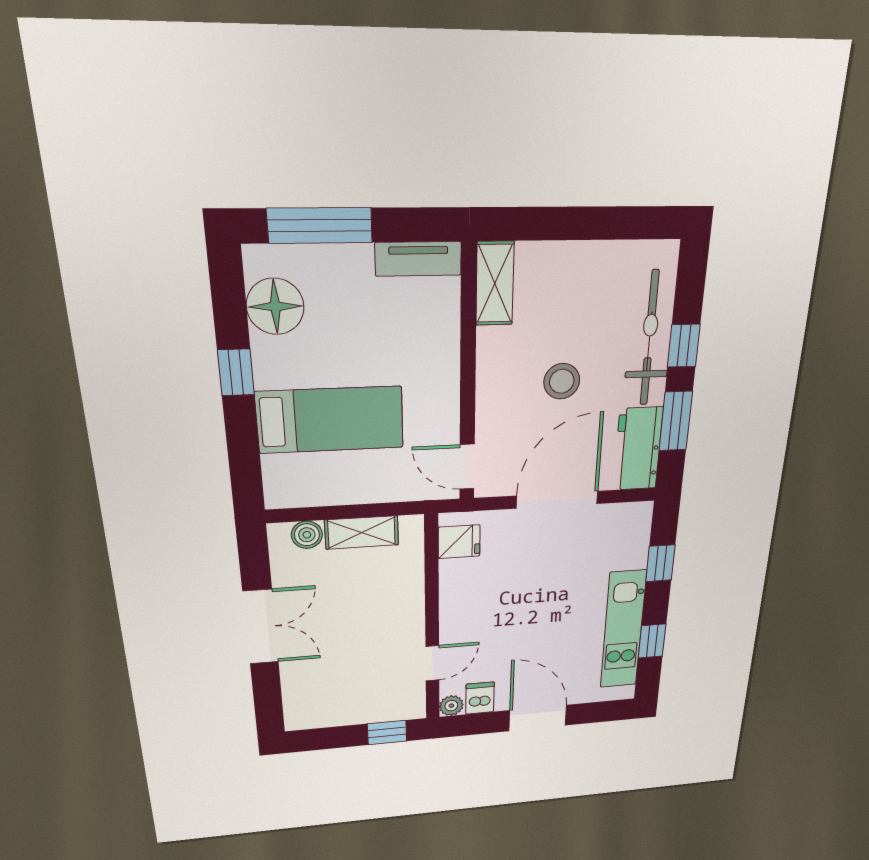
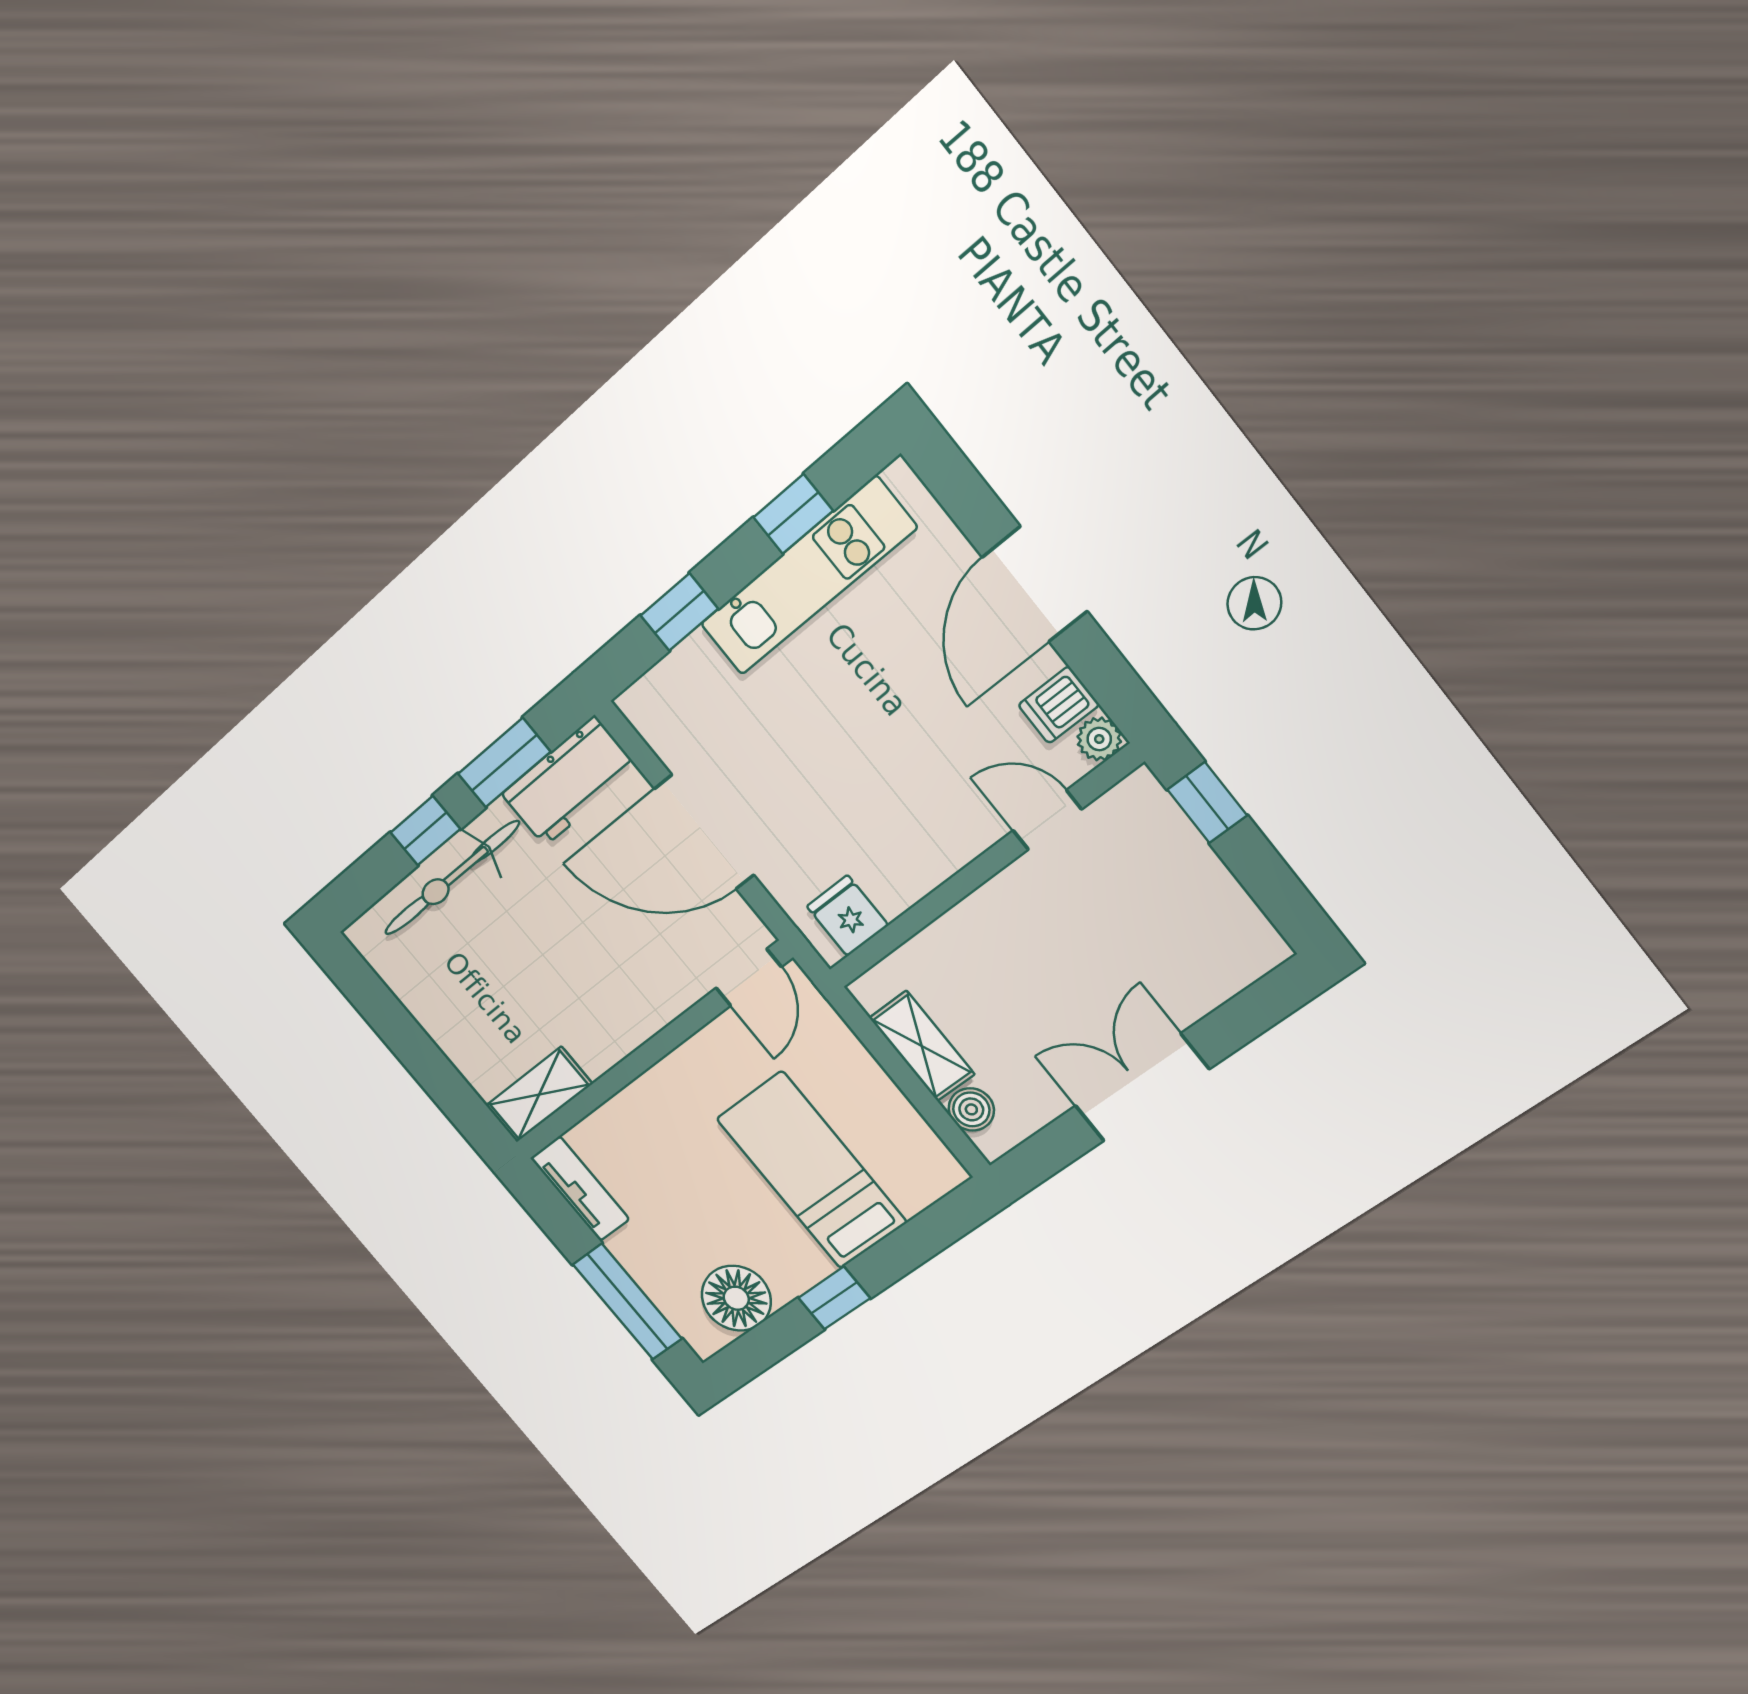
stool: (562, 381) -> (572, 942), removed

